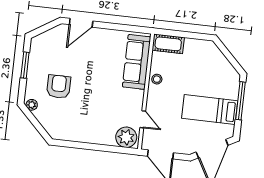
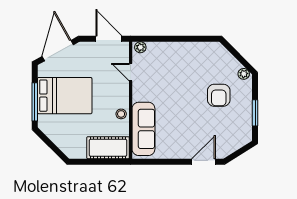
cot: (168, 44) -> (108, 148), width x1.37, depth x1.34
bed: (210, 109) -> (65, 96), width x1.50
plant: (126, 137) -> (140, 47), width x0.53, depth x0.53

